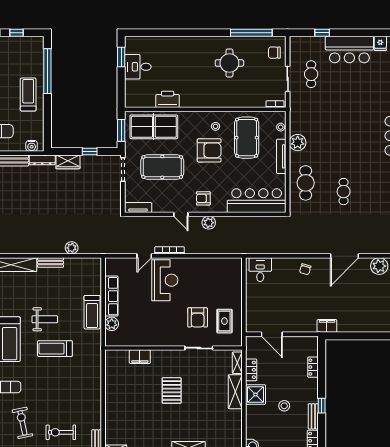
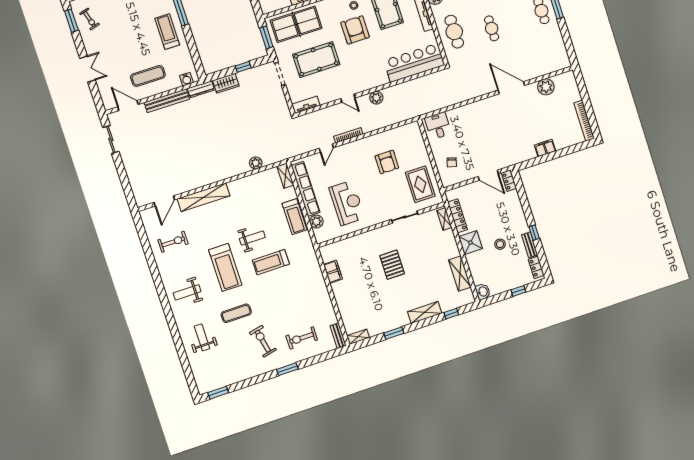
armchair: (209, 150) -> (355, 30), turned -90
armchair: (203, 198) -> (364, 77), removed
door: (345, 256) -> (511, 88), swing flipped
bench: (51, 262) -> (240, 183), removed
chair: (305, 269) -> (452, 162), moved
shelving: (96, 270) -> (285, 176), added
reception desk: (165, 280) -> (347, 203), moved
row of seats: (111, 296) -> (306, 189), width x1.36
armchair: (198, 317) -> (387, 162), moved
rug: (224, 321) -> (420, 184), width x1.36, depth x1.43
filing cabinet: (327, 326) -> (545, 148), moved
door: (272, 334) -> (488, 175), moved
filing cabinet: (140, 357) -> (333, 272), moved, turned -90
locker: (313, 367) -> (509, 181), moved
locker: (251, 370) -> (457, 216), width x1.53
shelving: (235, 392) -> (460, 274), moved

